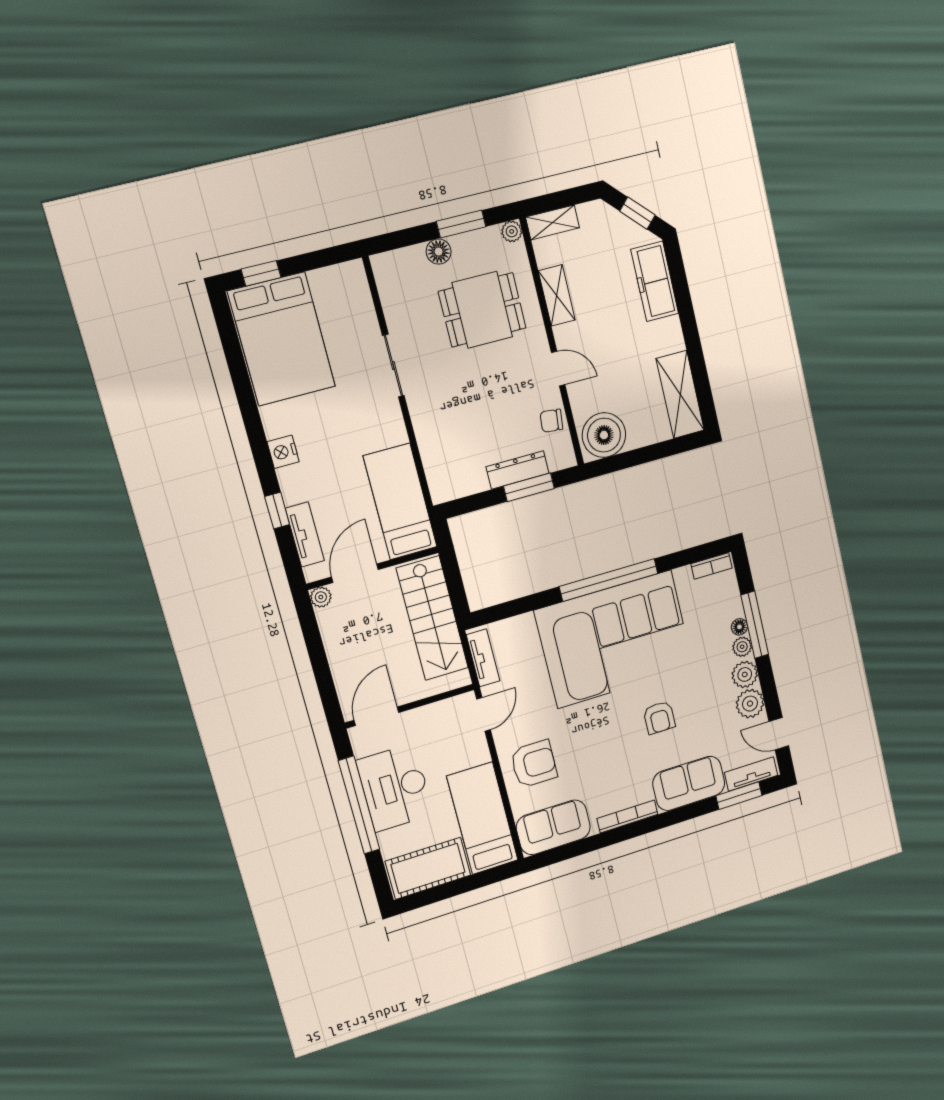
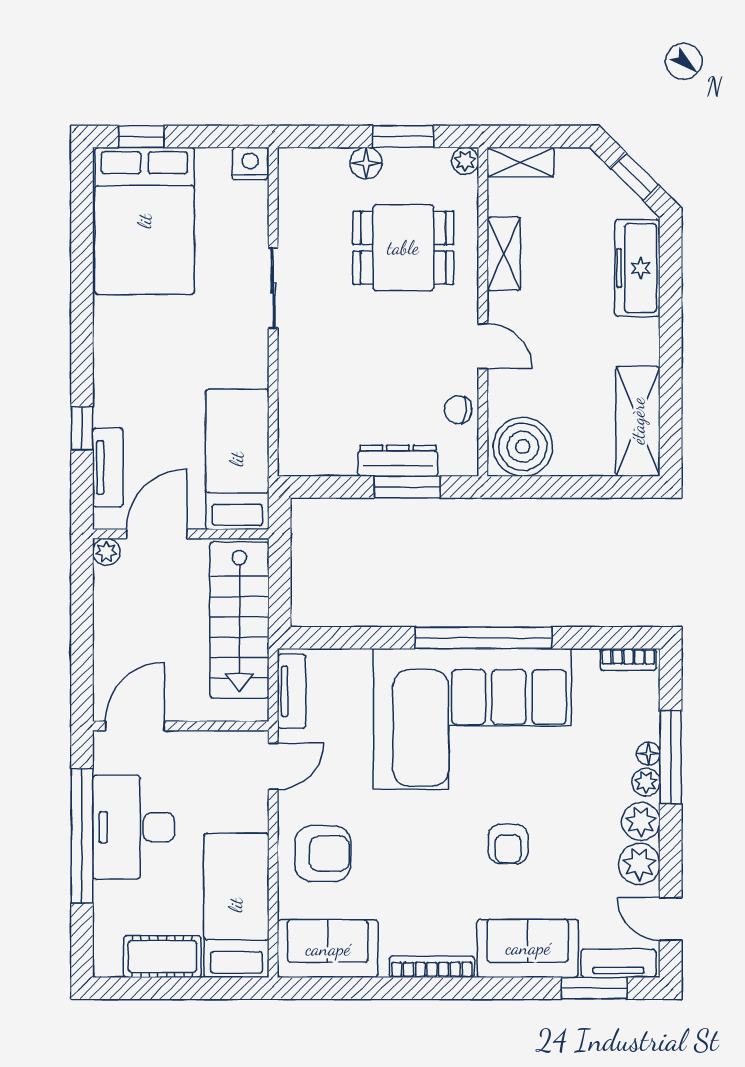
nightstand: (283, 452) -> (250, 163), moved, turned 90
cot: (428, 868) -> (162, 957), width x0.73, depth x0.75

